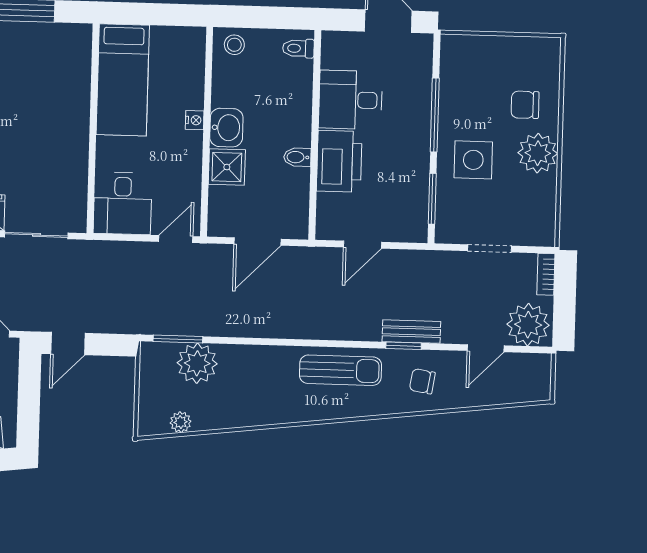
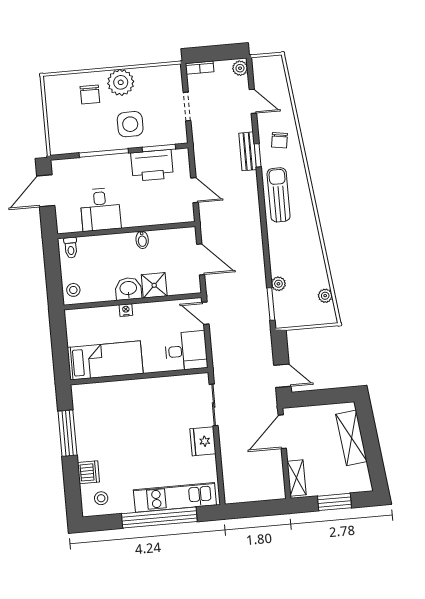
printer: (339, 161) -> (152, 165), moved, turned 180
plant: (528, 325) -> (240, 68), width x0.53, depth x0.53
plant: (197, 363) -> (278, 284), width x0.53, depth x0.53

